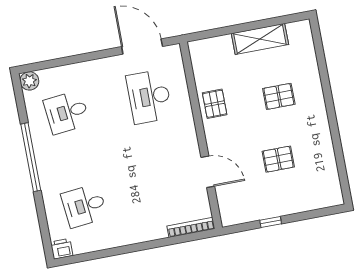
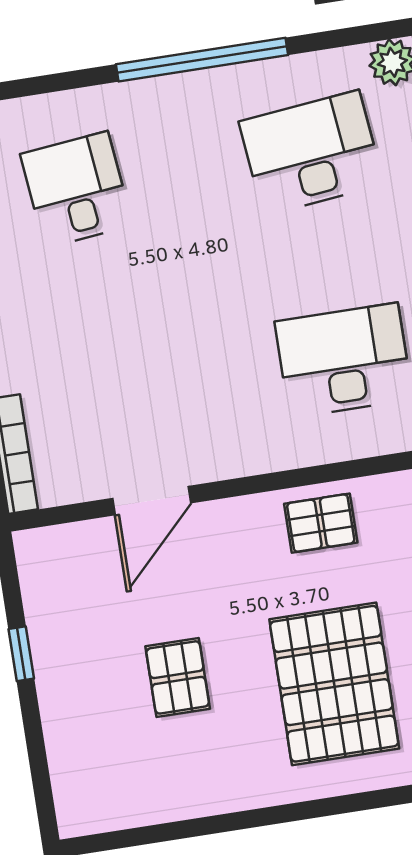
pallet: (279, 96) -> (334, 684), width x2.05, depth x2.00
desk: (67, 112) -> (311, 153), width x1.37

